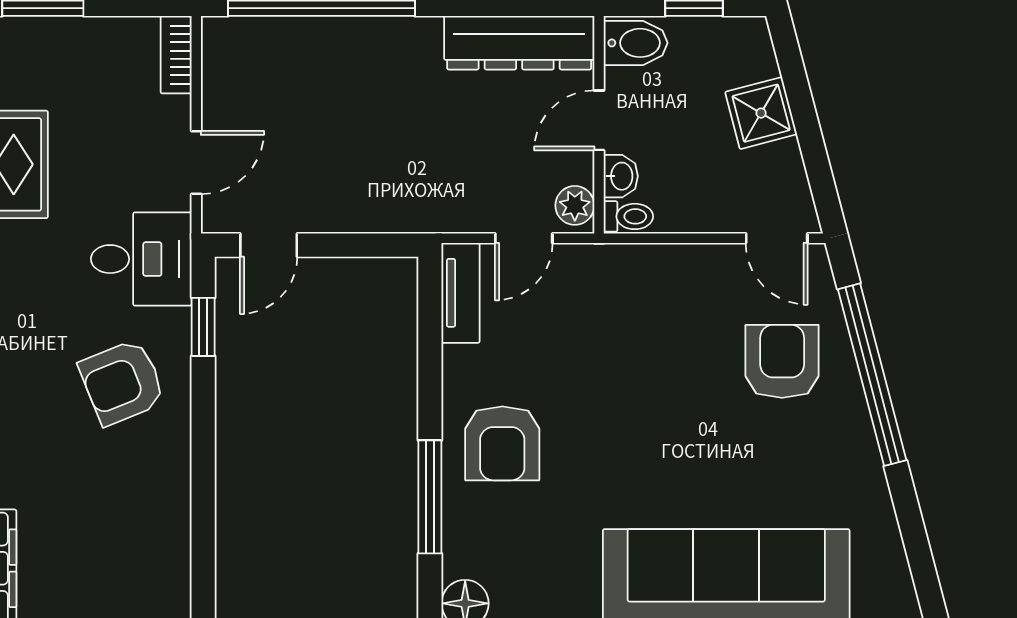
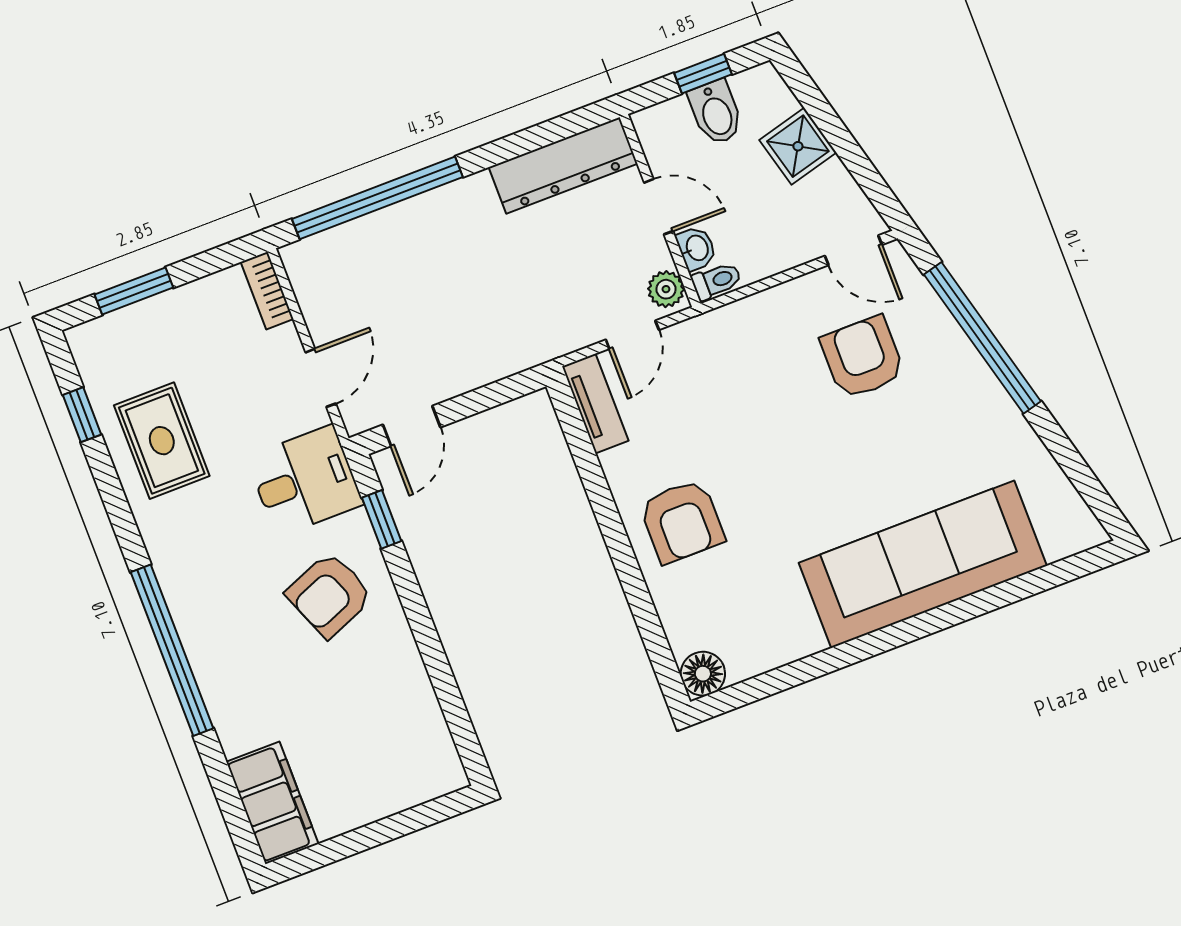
bidet: (636, 43) -> (716, 112), moved, turned 90
door: (599, 120) -> (659, 207), swing flipped
armchair: (782, 361) -> (863, 357), moved
window: (430, 497) -> (637, 592), removed

